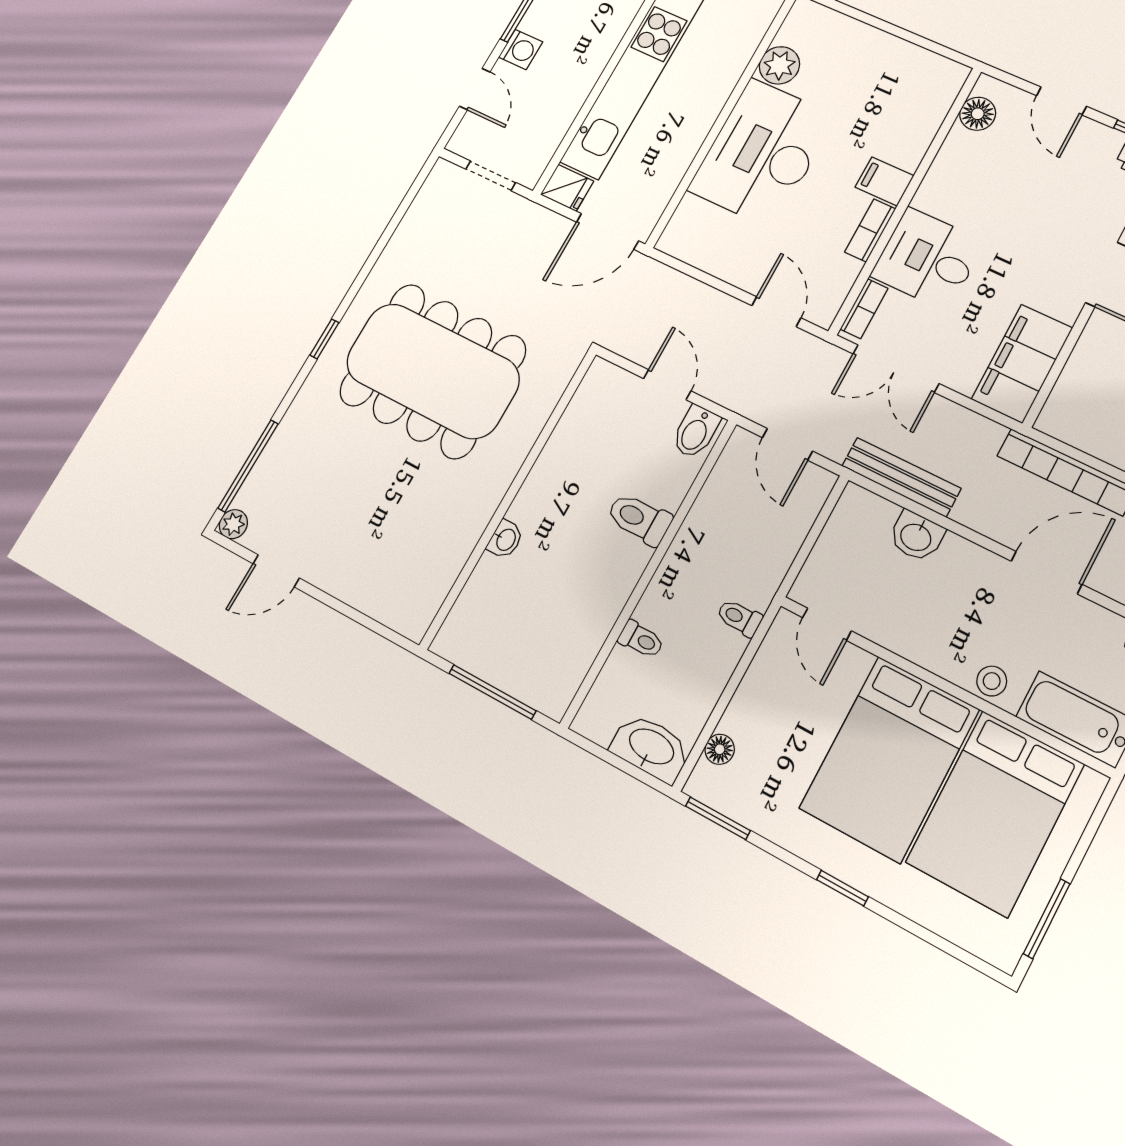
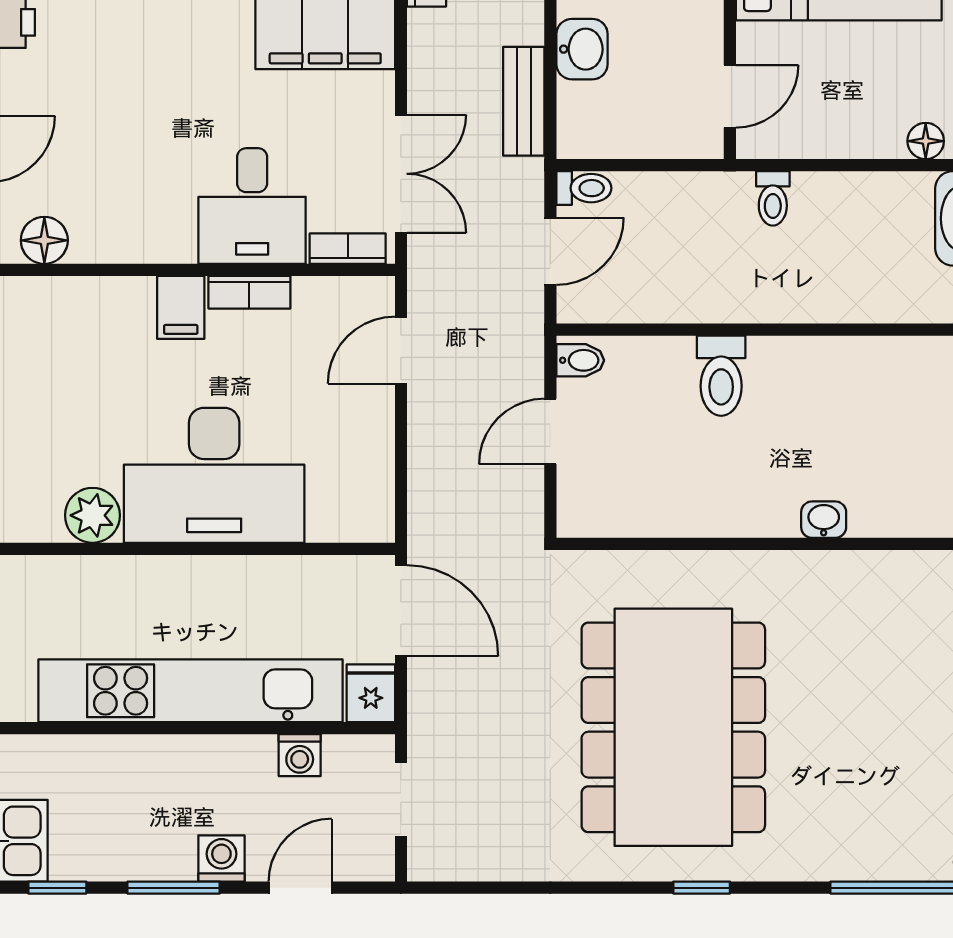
washing machine: (555, 126) -> (300, 755), added
bidet: (696, 432) -> (580, 360), width x0.72, depth x0.74
bench: (901, 477) -> (524, 101), width x0.73
toilet: (641, 640) -> (584, 188), moved, turned 90

